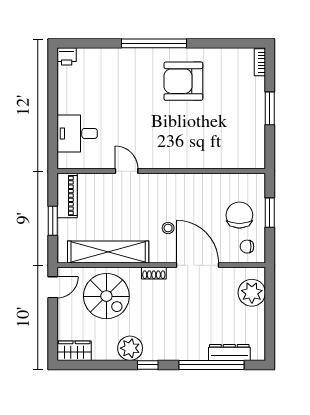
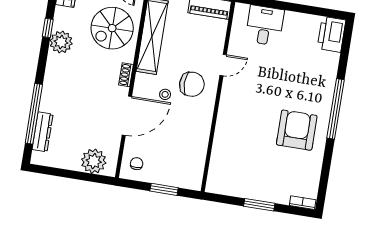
printer: (67, 56) -> (331, 34), width x1.87, depth x1.48
chair: (239, 215) -> (192, 84), moved
window: (148, 365) -> (48, 28), moved

